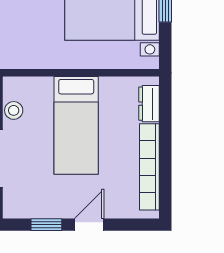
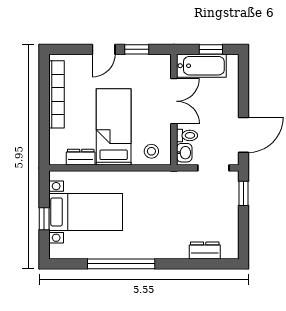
dresser: (149, 104) -> (81, 157), moved, turned -90
stool: (14, 110) -> (151, 151), moved

